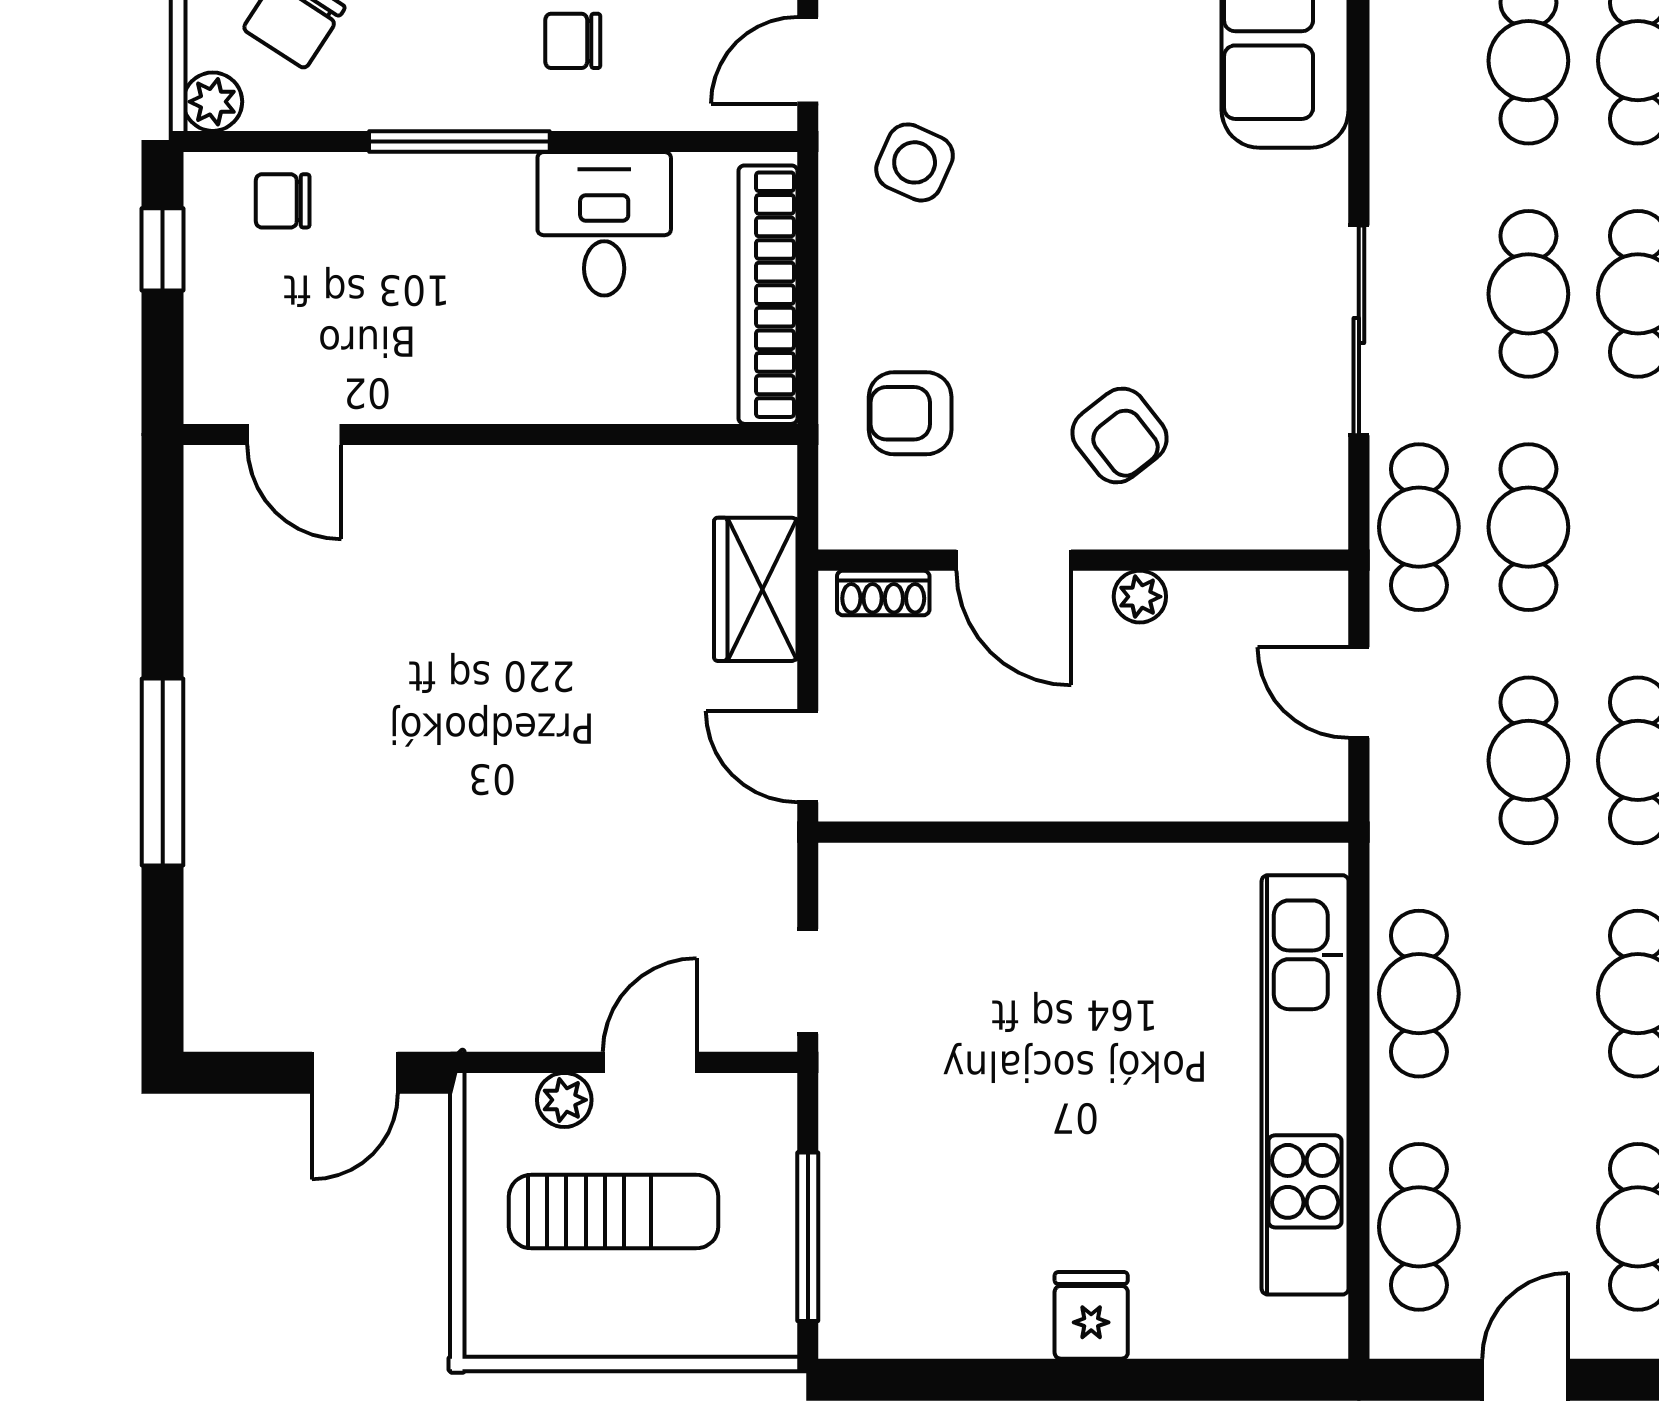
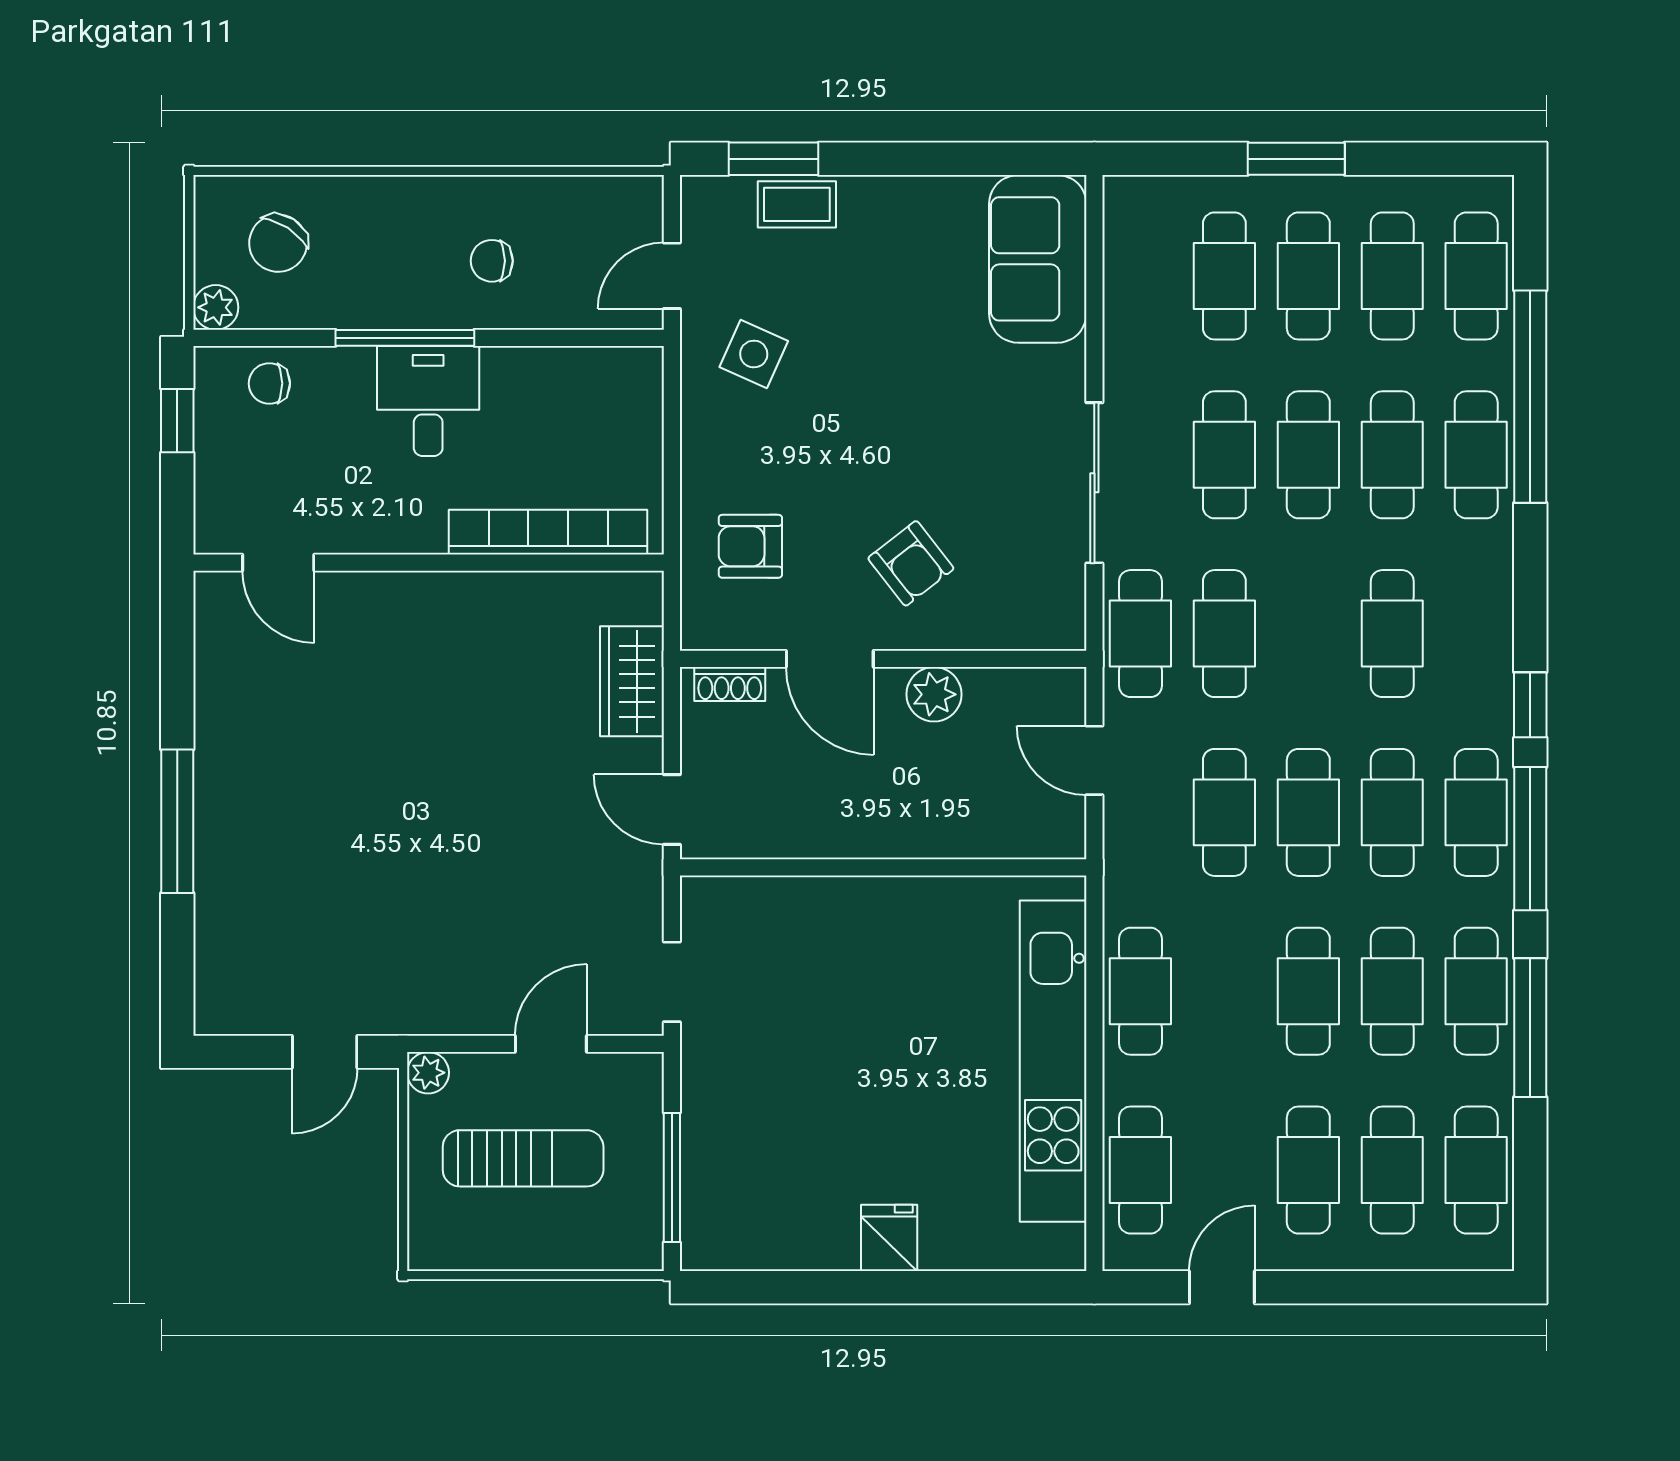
desk: (604, 224) -> (428, 401), moved
bookcase: (768, 295) -> (548, 532), moved, turned 90
plant: (1140, 597) -> (934, 694), width x1.38, depth x1.38
plant: (564, 1100) -> (428, 1073), moved

